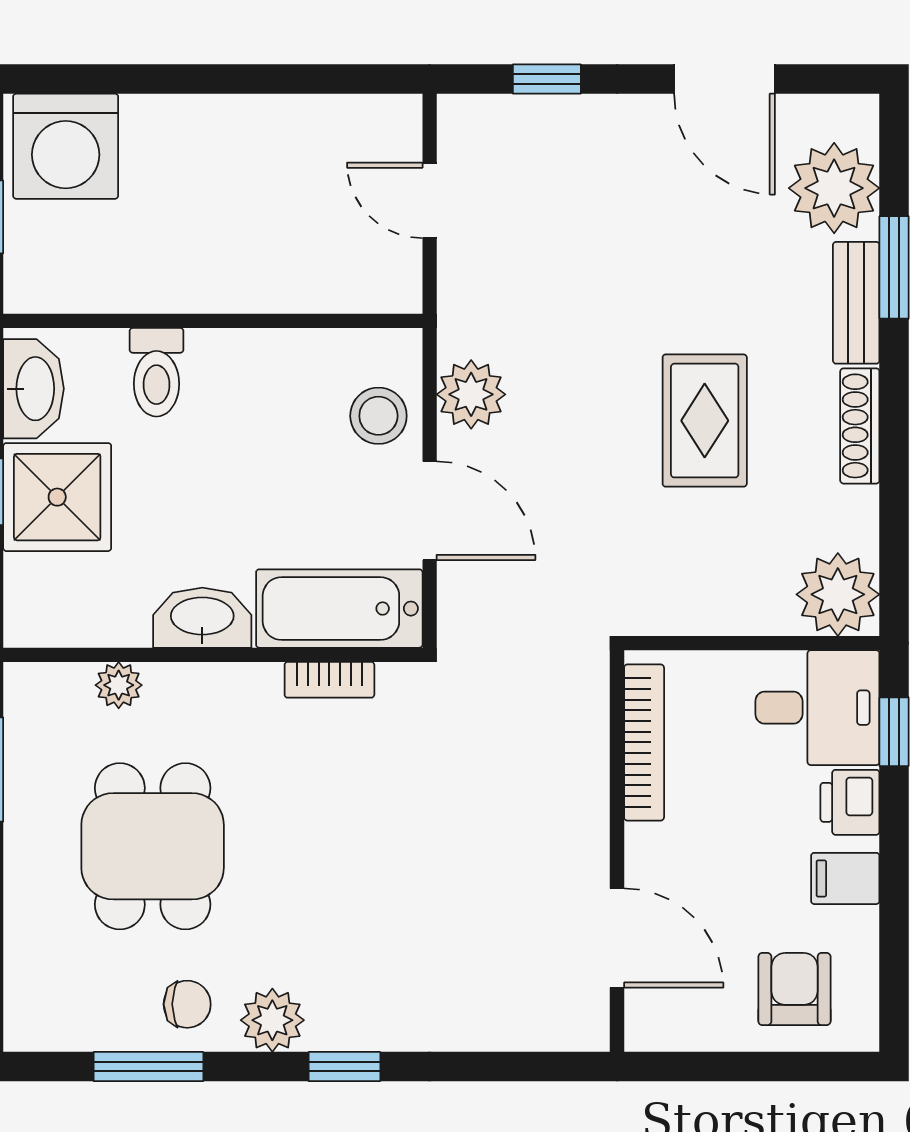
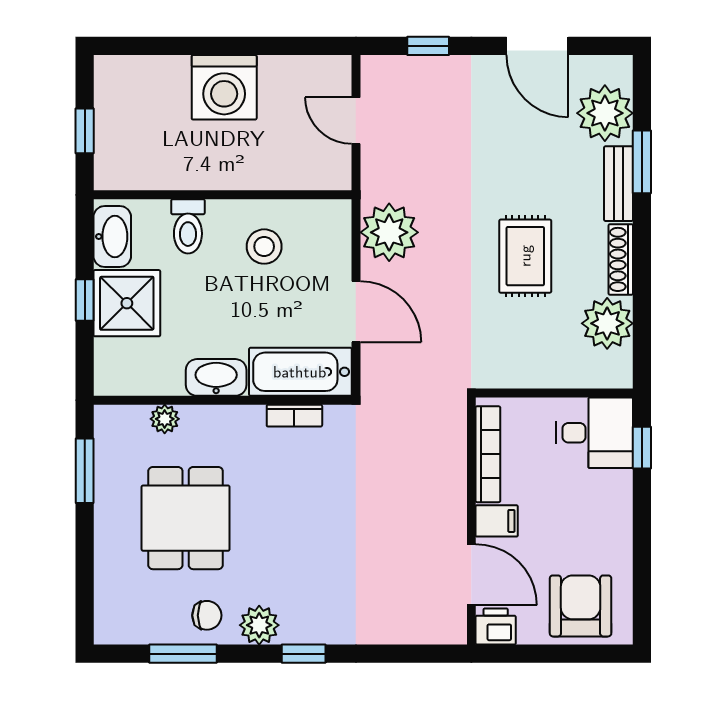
washing machine: (66, 146) -> (224, 87), moved
plant: (471, 394) -> (389, 232), width x1.36, depth x1.36
stool: (378, 416) -> (264, 247), moved
plant: (838, 594) -> (607, 323), moved
printer: (850, 802) -> (496, 626), moved, turned 90
filing cabinet: (845, 878) -> (497, 521), moved, turned 180
armchair: (794, 989) -> (581, 606), width x1.38, depth x1.38

